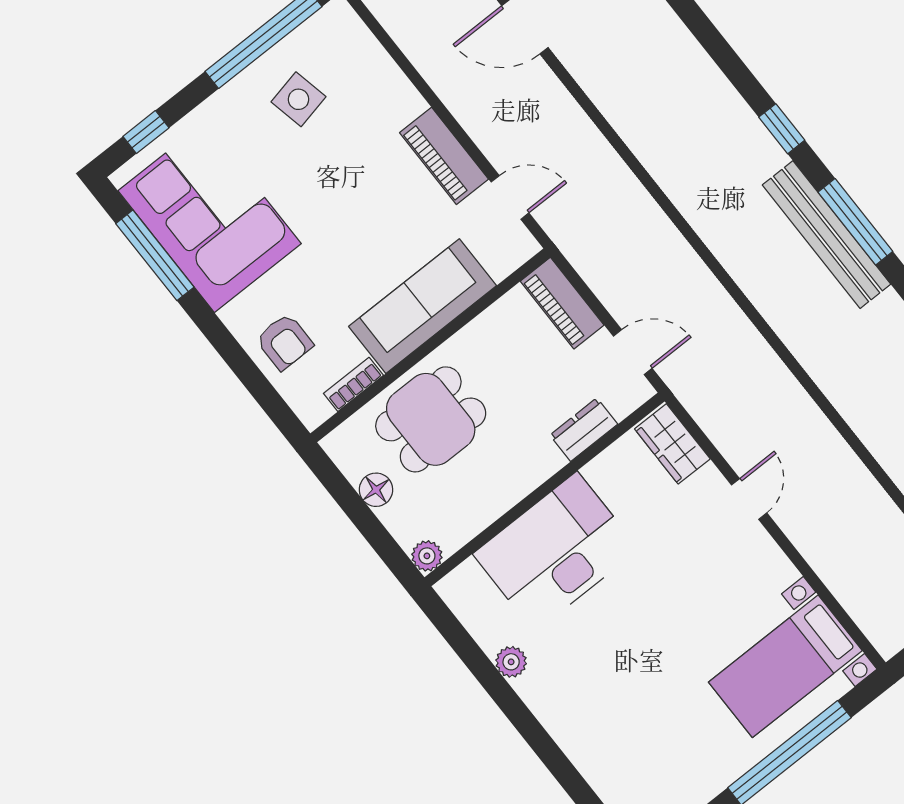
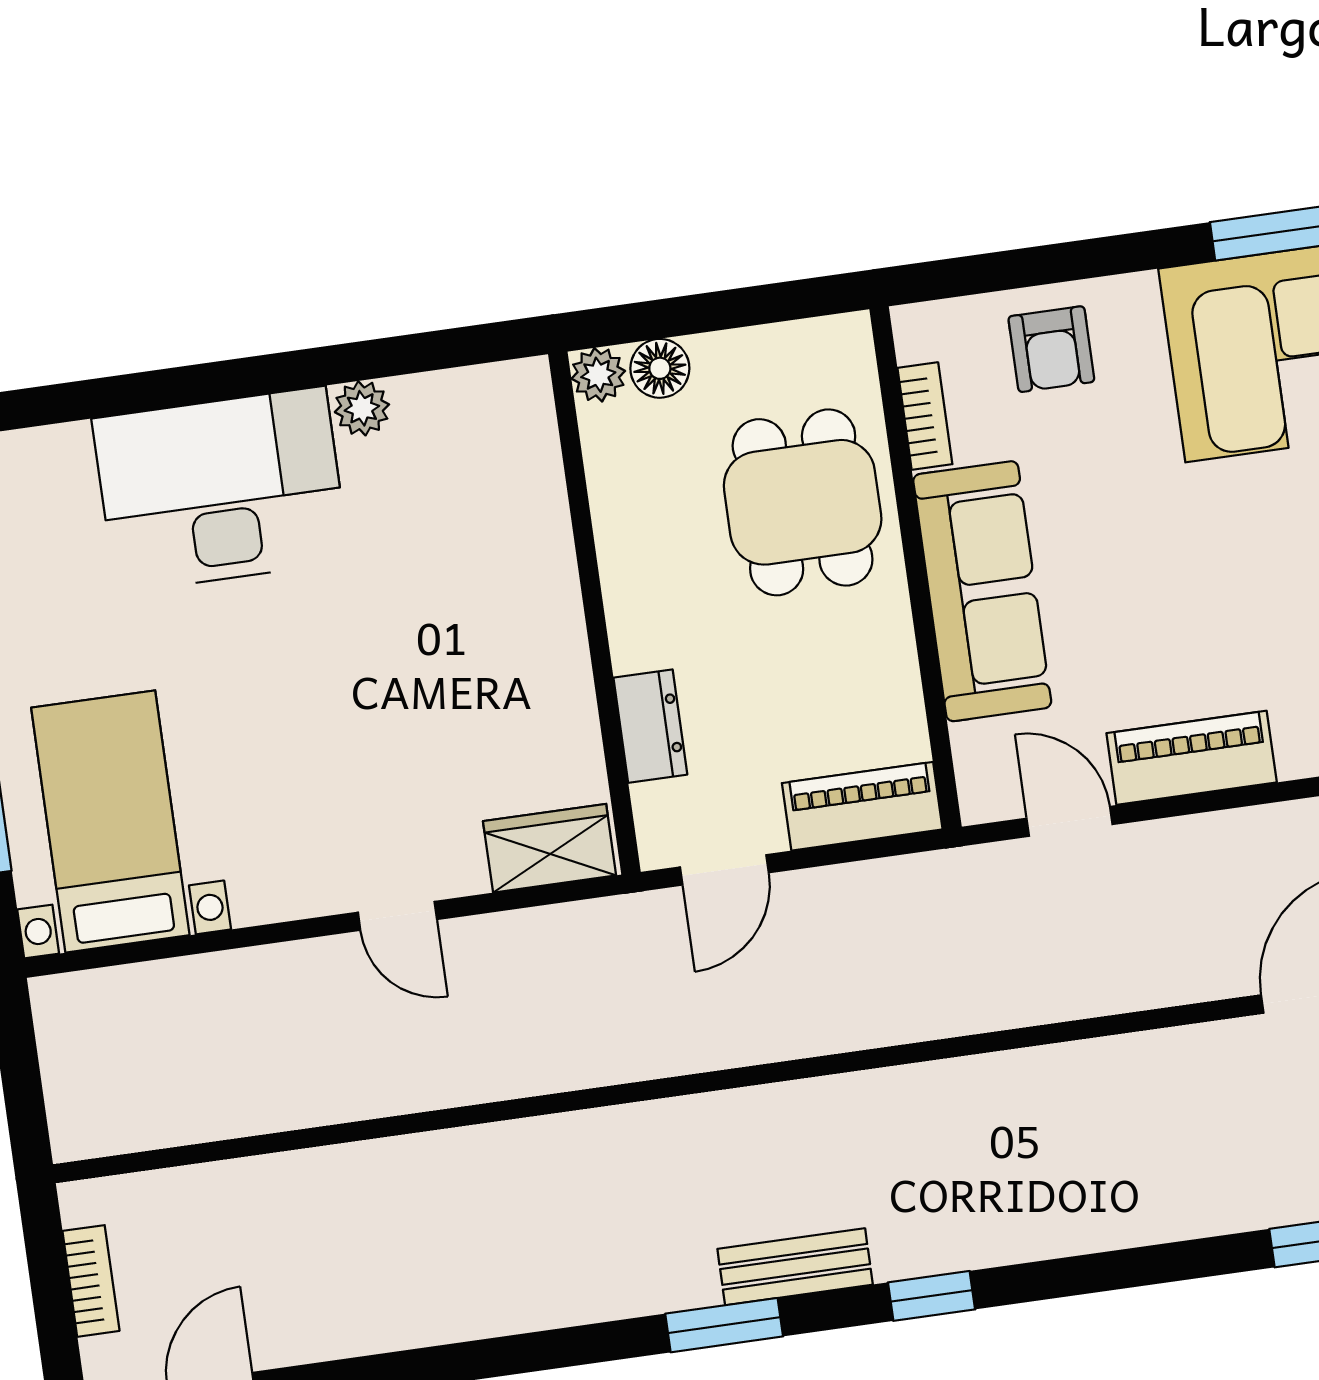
door: (510, 197) -> (1070, 821), swing flipped
window: (855, 222) -> (724, 1325), width x0.69
bench: (827, 235) -> (795, 1267), width x0.54, depth x0.82
armchair: (284, 342) -> (1051, 349), turned -90
floor lamp: (376, 490) -> (660, 368), moved
desk: (556, 552) -> (221, 490), moved, turned -90

